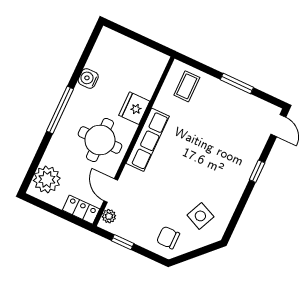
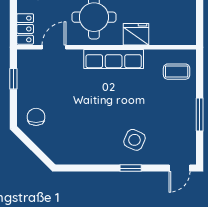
plant: (109, 216) -> (31, 56), removed
side table: (200, 216) -> (134, 140), moved

